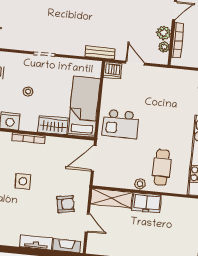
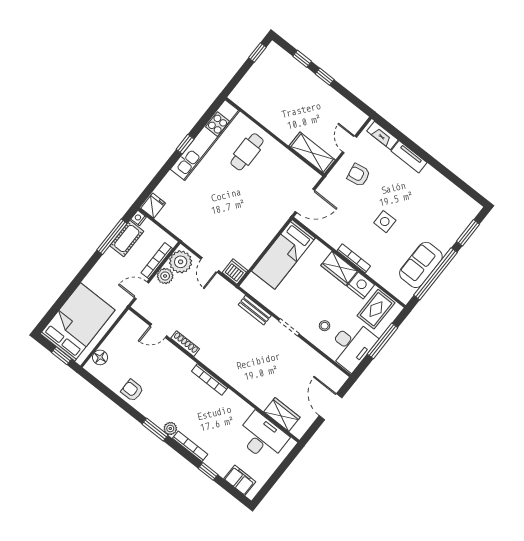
plant: (164, 47) -> (181, 262), width x1.88, depth x1.88
bench: (100, 53) -> (255, 310), moved
stool: (28, 92) -> (325, 326), moved
kitchen island: (120, 124) -> (260, 217), removed
wardrobe: (53, 125) -> (339, 268), moved
stool: (140, 184) -> (277, 149), removed
freezer: (147, 203) -> (282, 128), removed

